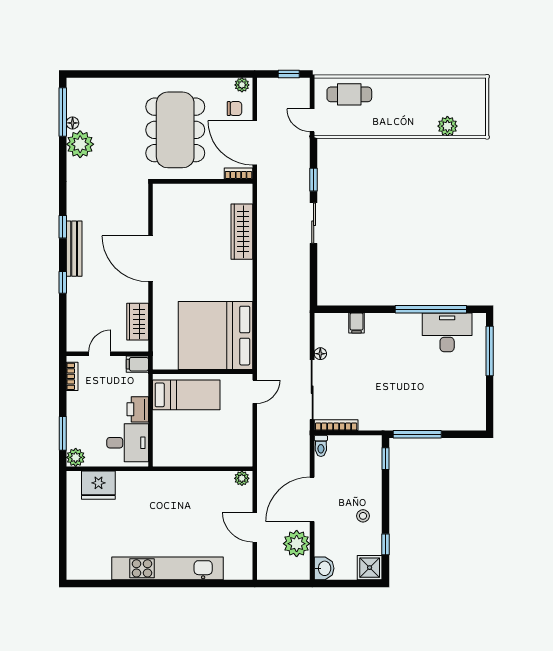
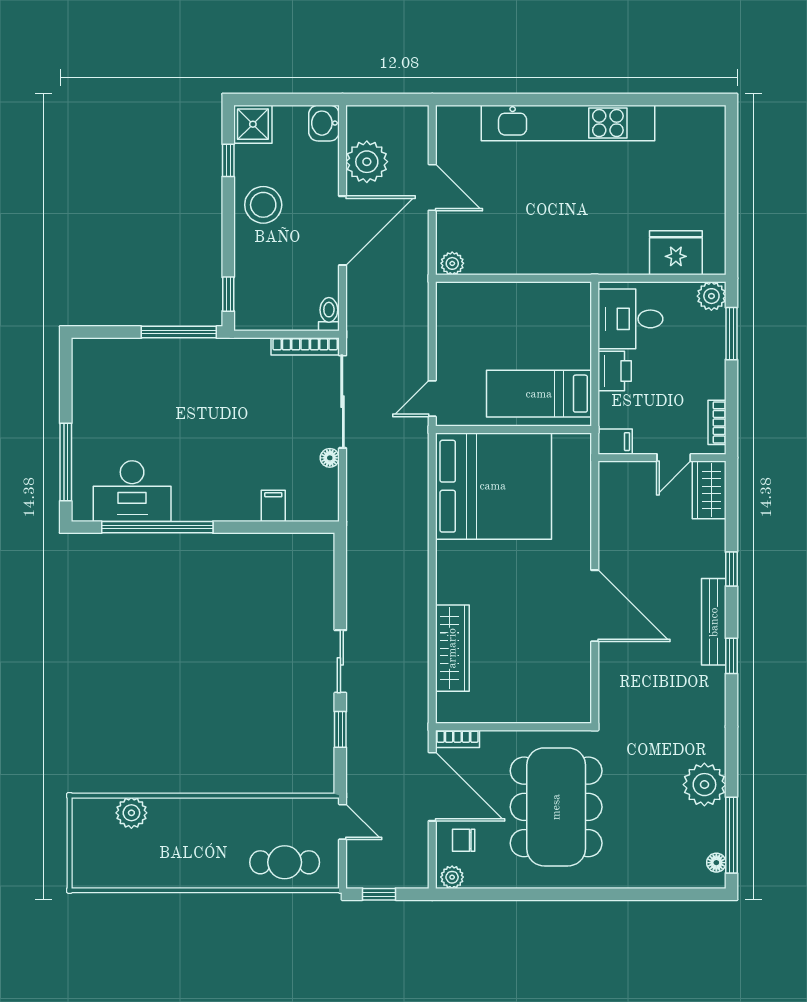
floor lamp: (73, 123) -> (716, 863), moved
wardrobe: (138, 322) -> (709, 490), moved, turned 180
stool: (363, 516) -> (263, 205), width x1.89, depth x1.89

